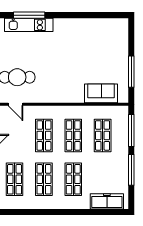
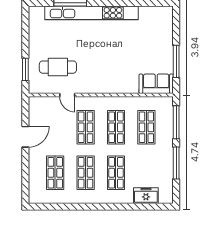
kitchen unit: (29, 25) -> (91, 13), width x1.86
sofa: (101, 93) -> (156, 84), moved
door: (15, 104) -> (67, 95), moved
freezer: (107, 201) -> (146, 196), width x0.71

